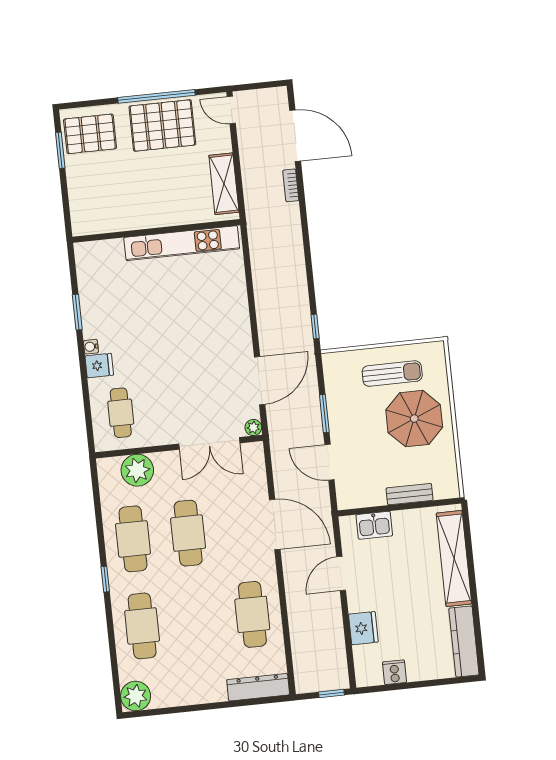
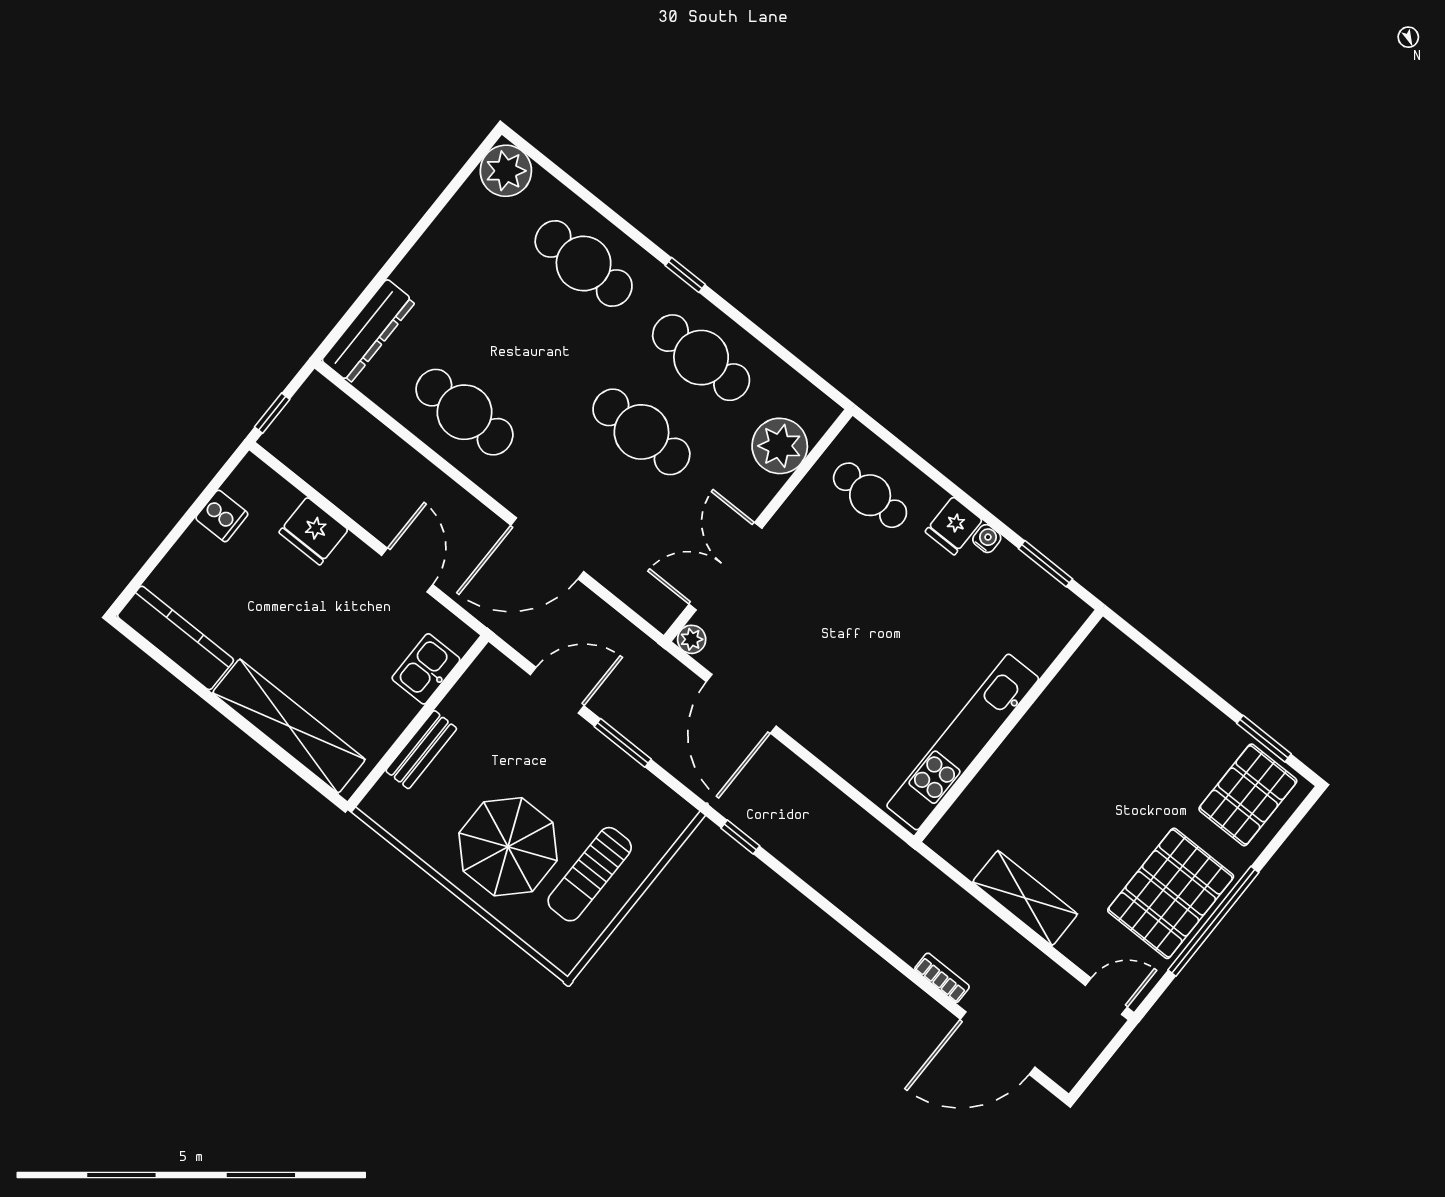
wall: (156, 231) -> (1008, 726), moved
kitchen unit: (182, 243) -> (963, 742), moved

